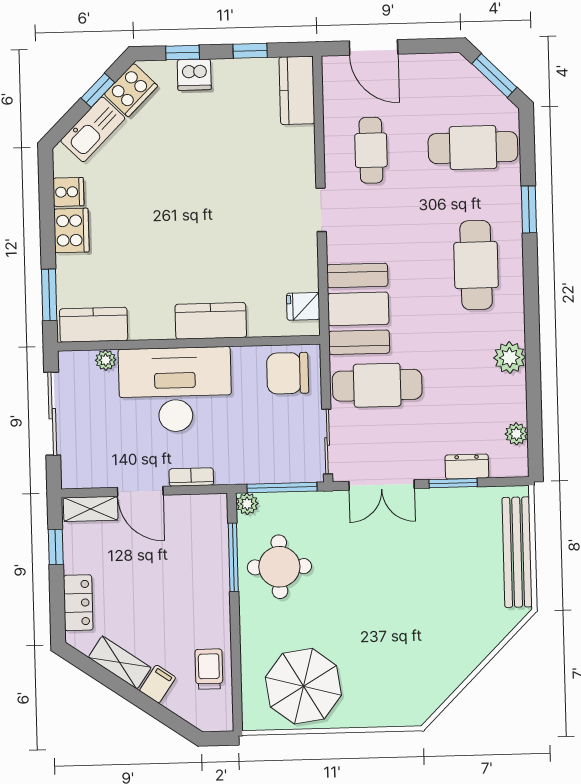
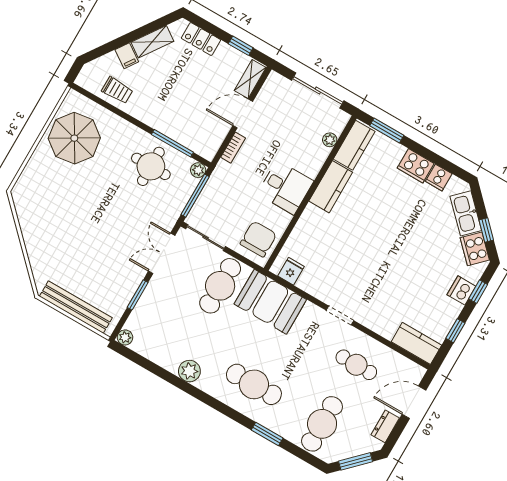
kitchen counter: (211, 321) -> (331, 187), moved
desk: (175, 390) -> (285, 187), width x0.53, depth x0.77
plant: (516, 434) -> (125, 337), moved
dresser: (467, 466) -> (385, 426), moved, turned 180

